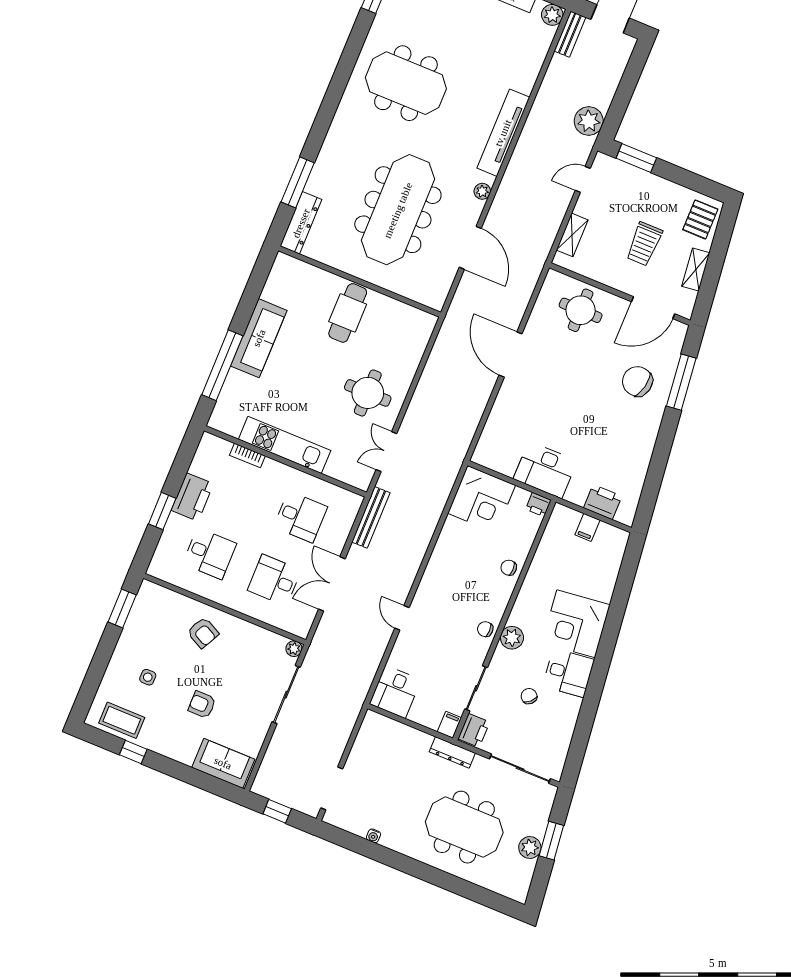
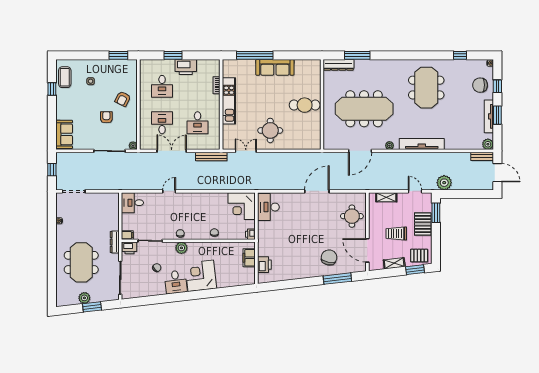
pallet: (647, 190) -> (423, 224), added
window: (722, 237) -> (415, 270), added
desk: (545, 470) -> (268, 207), moved
filing cabinet: (587, 527) -> (249, 258), width x2.00
armchair: (202, 705) -> (106, 117), moved

